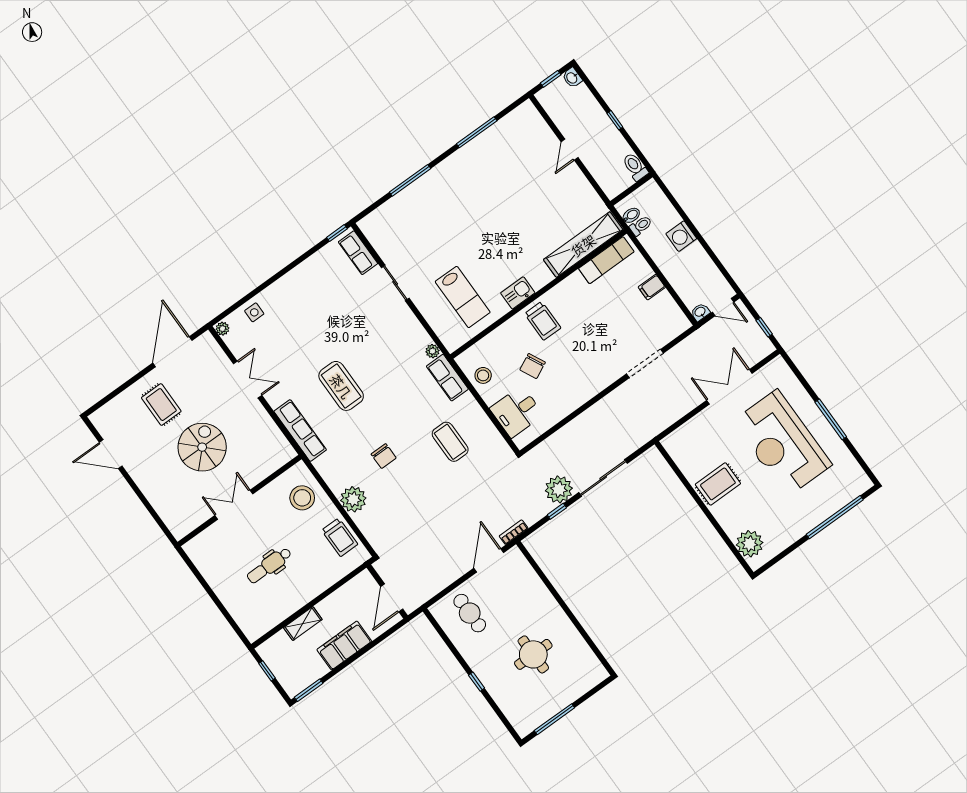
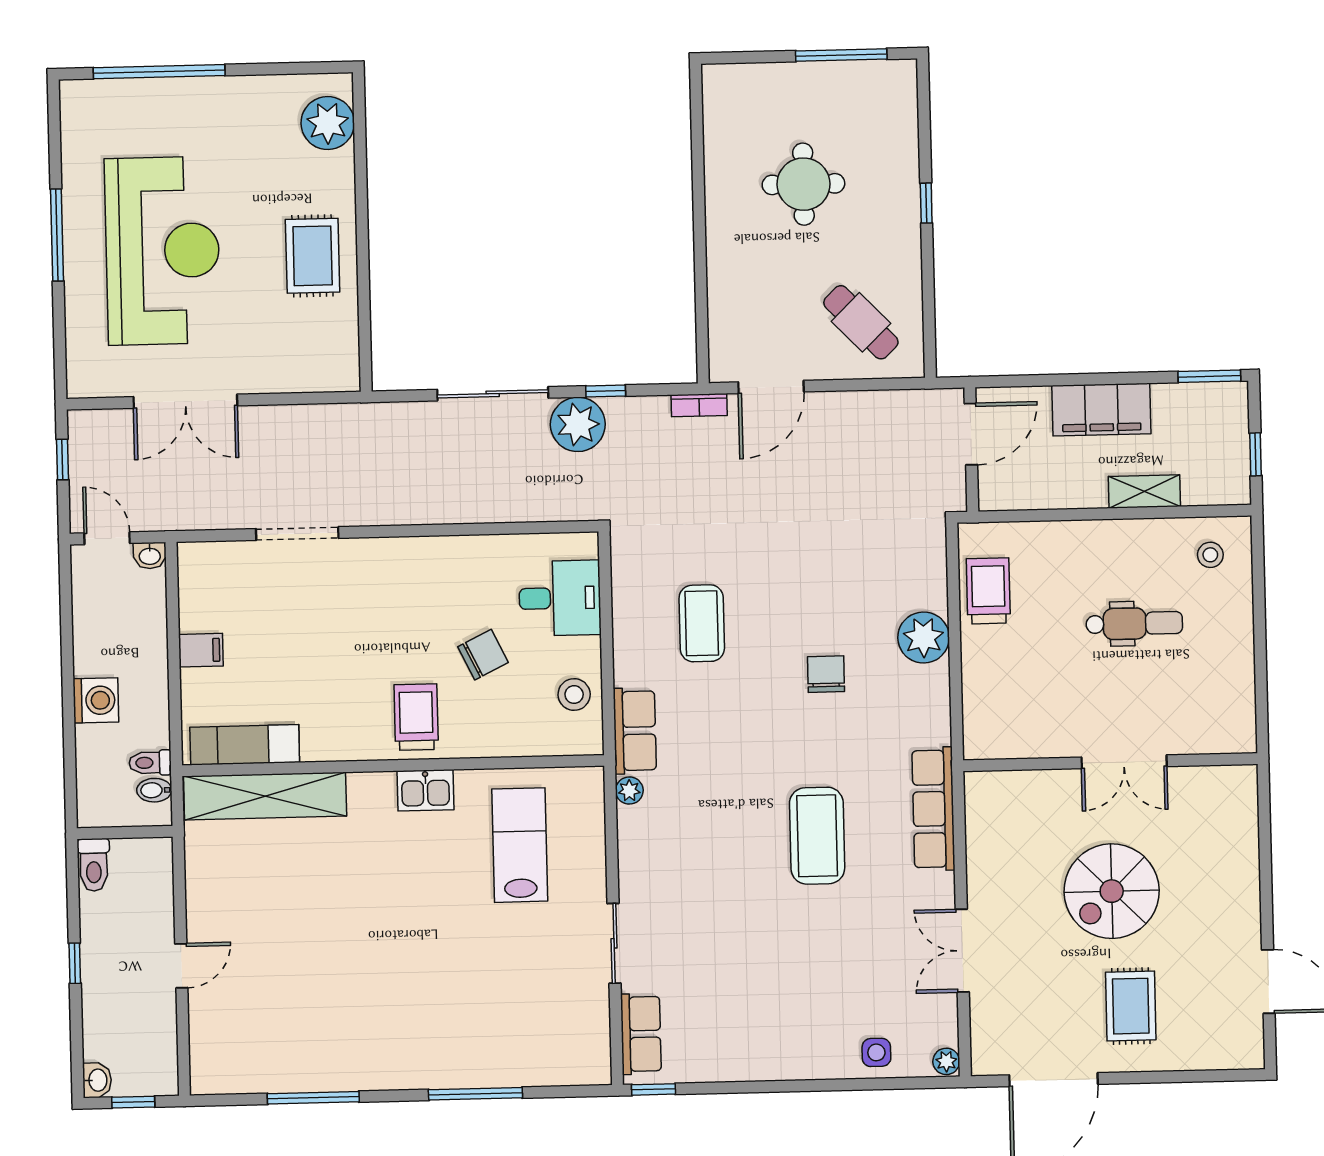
rug: (718, 484) -> (313, 256), turned 90
stool: (302, 498) -> (1210, 555), moved, width x0.53, depth x0.53
cafe table: (470, 613) -> (861, 322), turned -44

